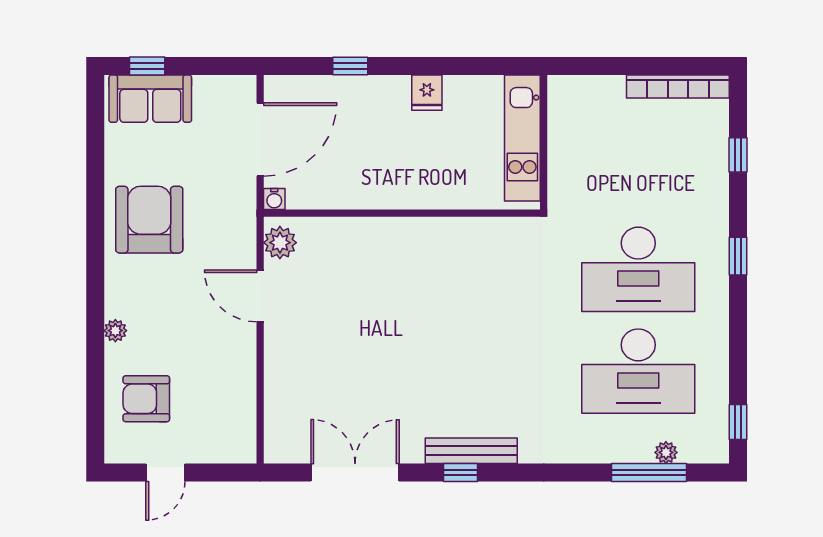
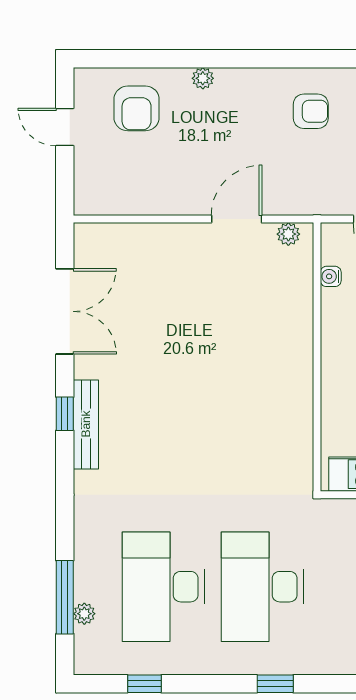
water cooler: (274, 199) -> (331, 276), moved
armchair: (149, 220) -> (311, 111), width x0.53, depth x0.53
plant: (280, 243) -> (288, 234), width x0.73, depth x0.73
armchair: (146, 399) -> (137, 108), turned 180
window: (738, 422) -> (144, 684), moved

